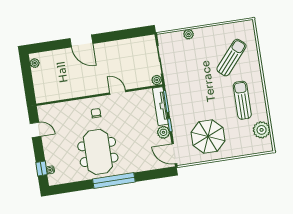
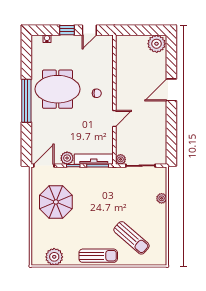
plant: (35, 63) -> (157, 44), width x1.87, depth x1.87
sun lounger: (242, 100) -> (98, 256), moved
window: (42, 168) -> (67, 30), moved

